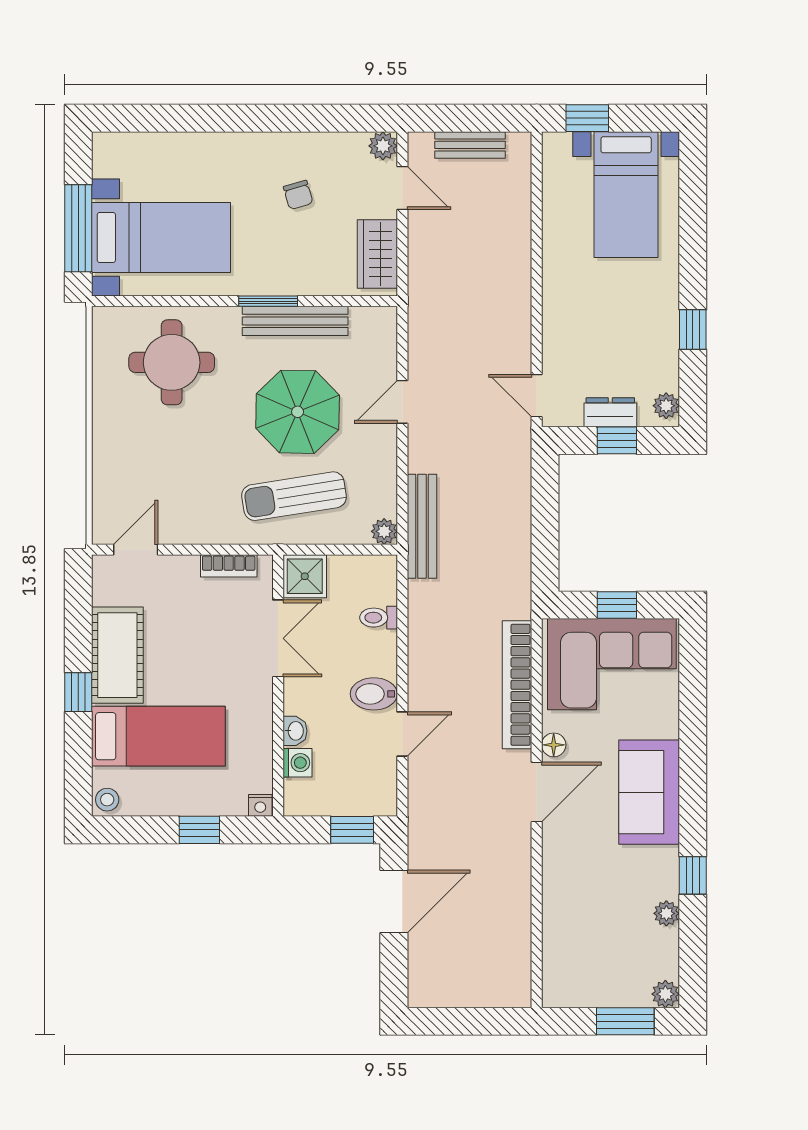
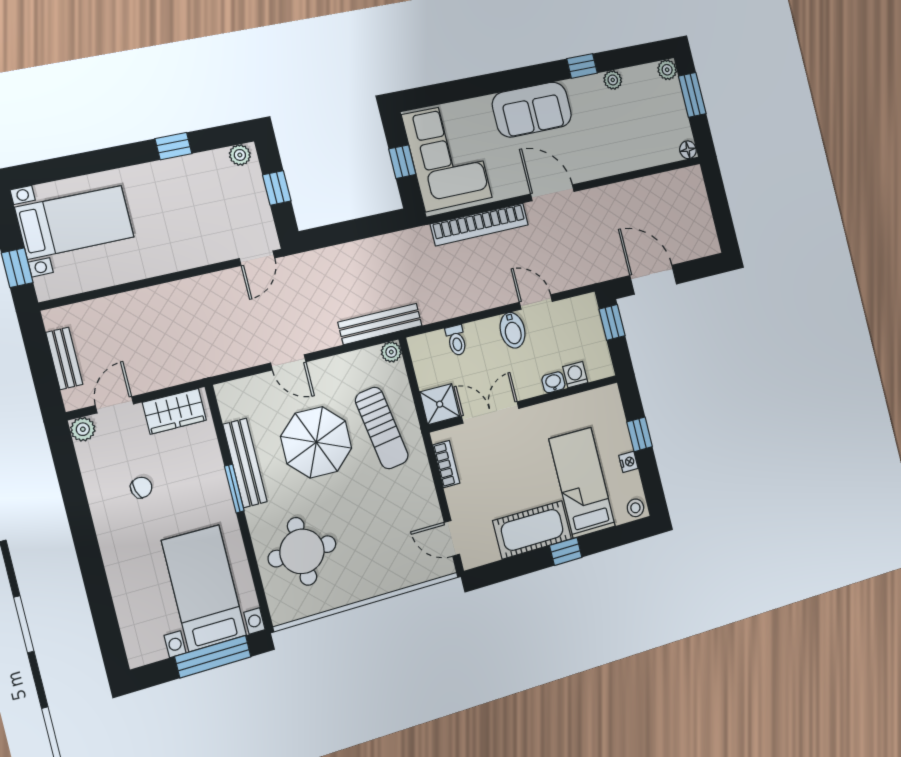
dresser: (610, 412) -> (256, 198), removed
floor lamp: (554, 745) -> (688, 150), moved
nightstand: (260, 805) -> (628, 462), moved

